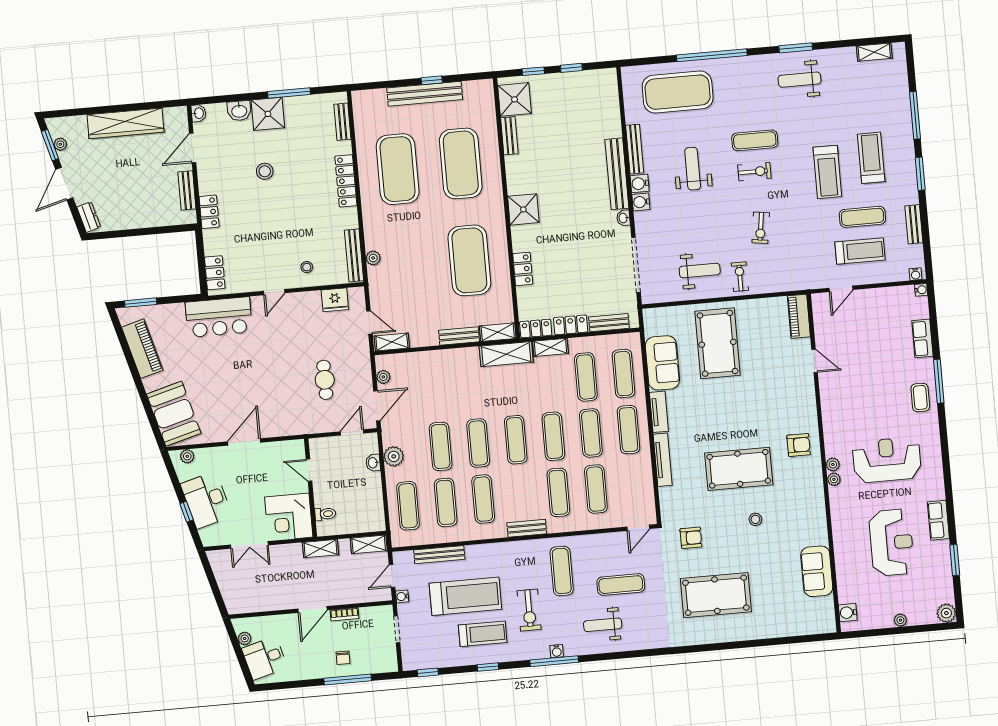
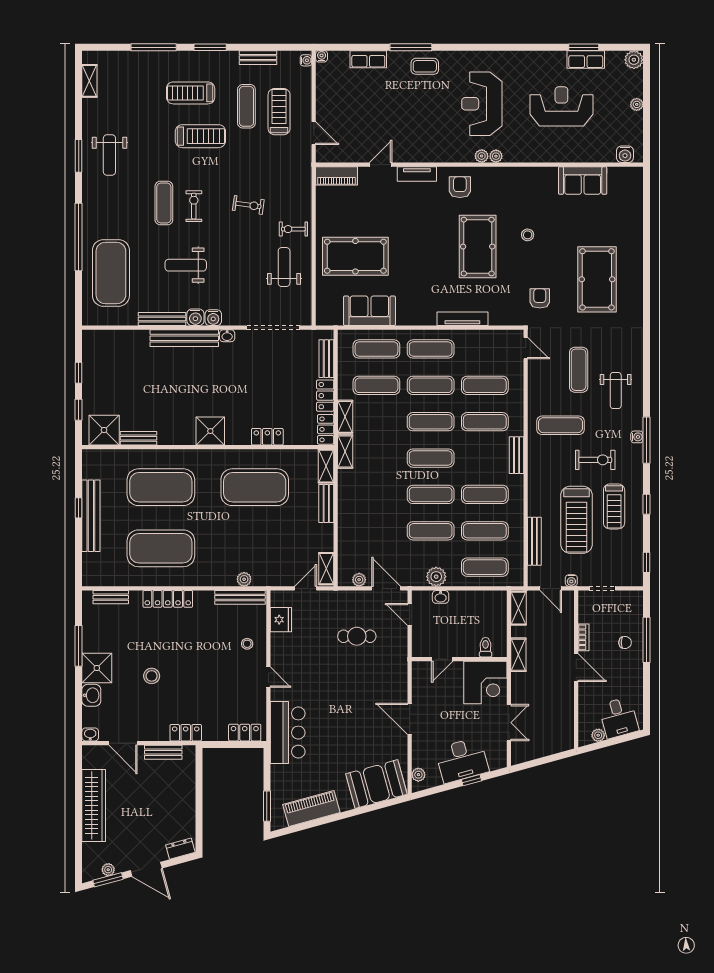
shelving: (506, 354) -> (345, 451), width x0.67, depth x0.75
tv unit: (659, 412) -> (417, 174), moved, turned 180
row of seats: (938, 520) -> (586, 59), moved
treadmill: (465, 596) -> (577, 520), turned 180
treadmill: (483, 634) -> (614, 506), turned 180

